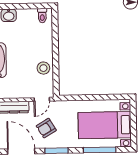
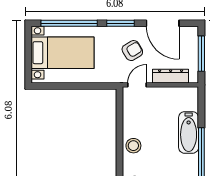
stool: (43, 68) -> (133, 146), moved
window: (100, 150) -> (69, 23), width x1.46

